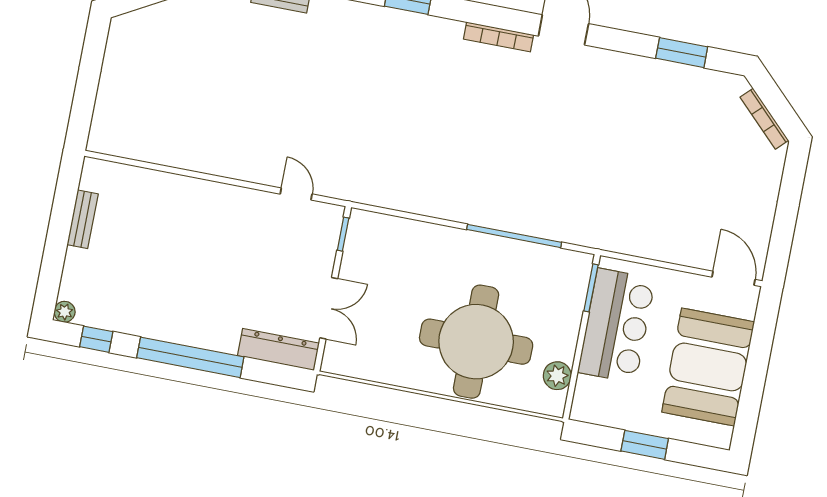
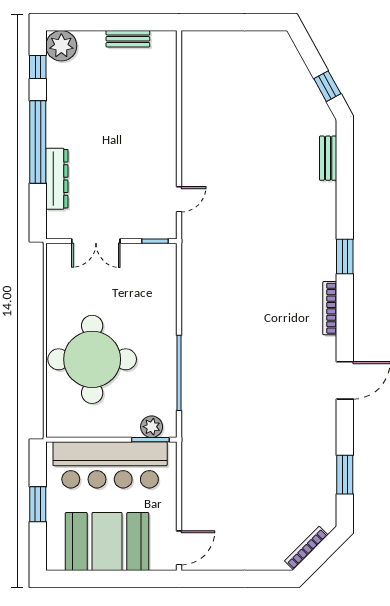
bookcase: (499, 37) -> (330, 308), moved
plant: (65, 312) -> (61, 46), width x1.88, depth x1.88
bar counter: (617, 326) -> (110, 465), width x1.36
dresser: (278, 349) -> (57, 179), moved
plant: (557, 376) -> (152, 427), moved

